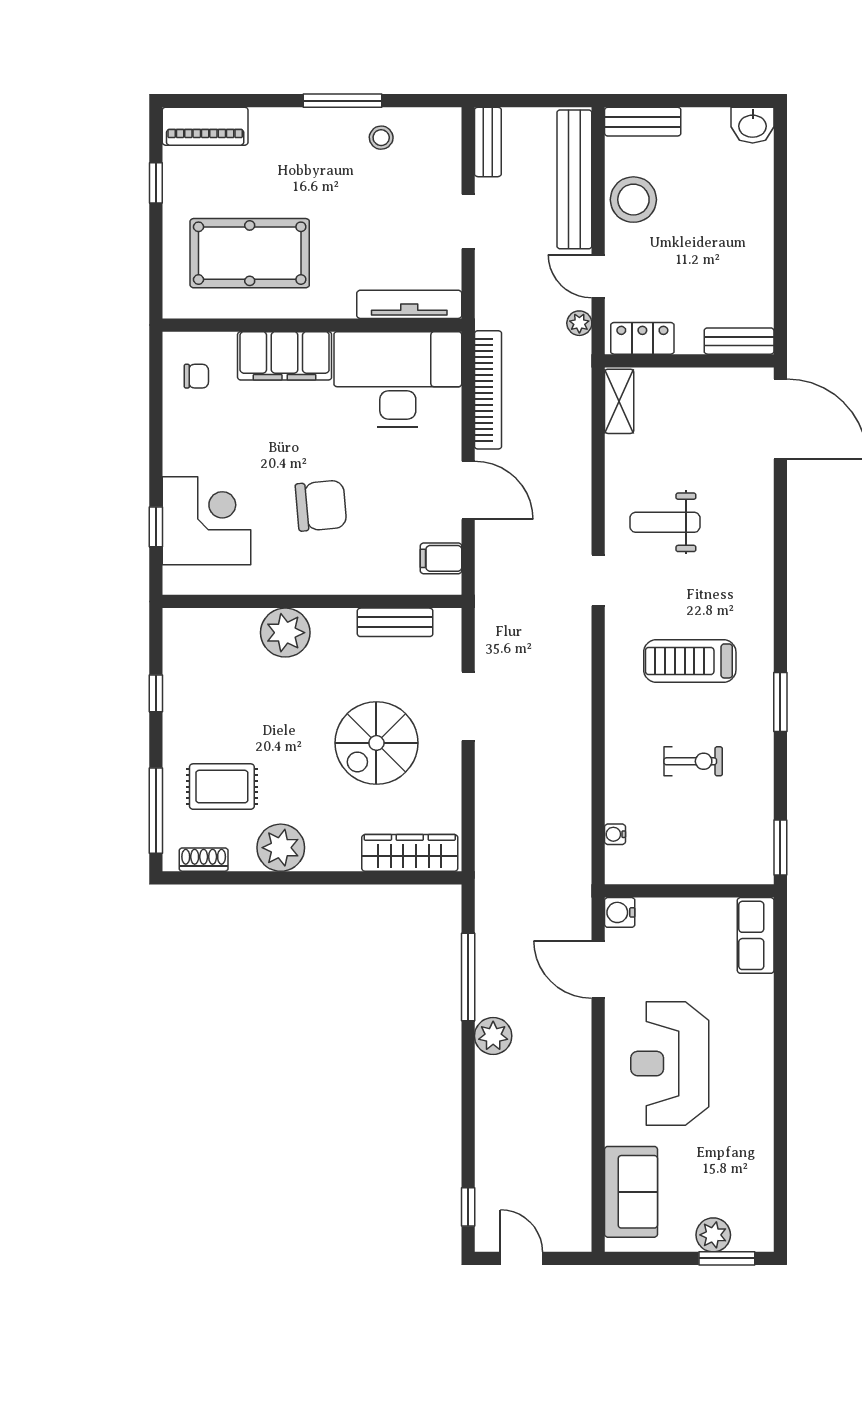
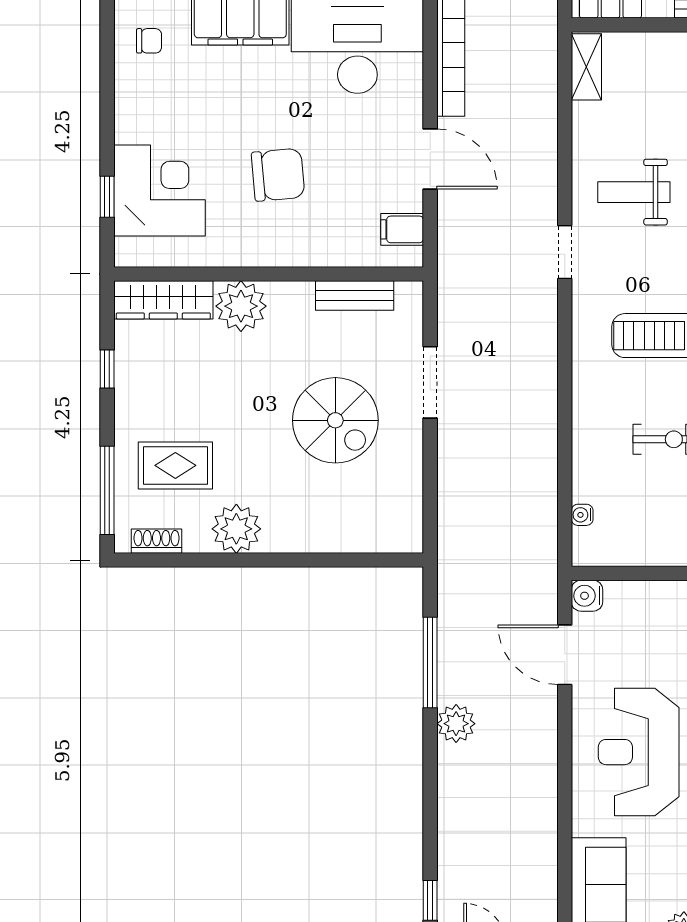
spiral stairs: (376, 743) -> (335, 420), turned -90
wardrobe: (410, 853) -> (163, 300), moved, turned 180

